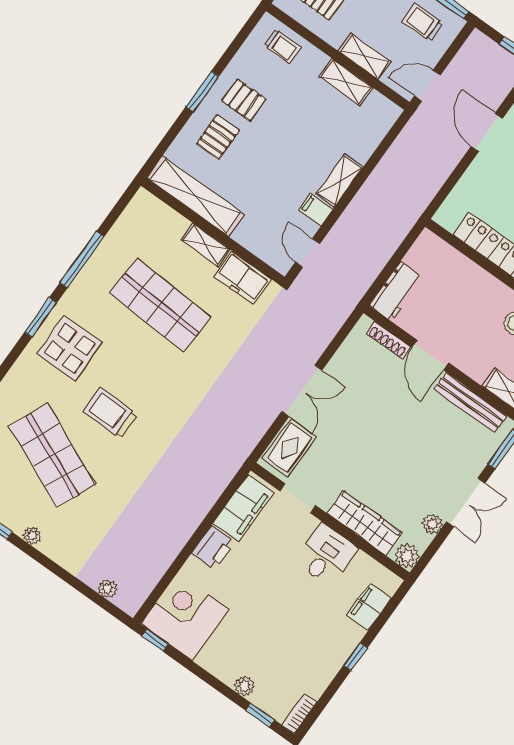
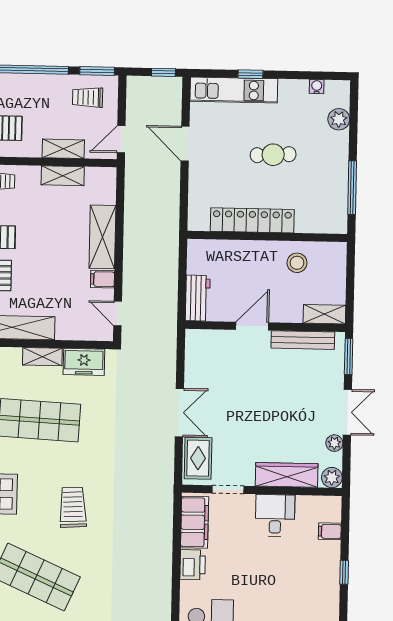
shelving: (340, 181) -> (102, 237), width x1.50, depth x1.33
shoe rack: (388, 340) -> (216, 336), removed
door: (430, 355) -> (252, 326), swing flipped
trolley: (110, 413) -> (73, 507), moved, turned 87
filing cabinet: (369, 607) -> (330, 531), width x0.50

